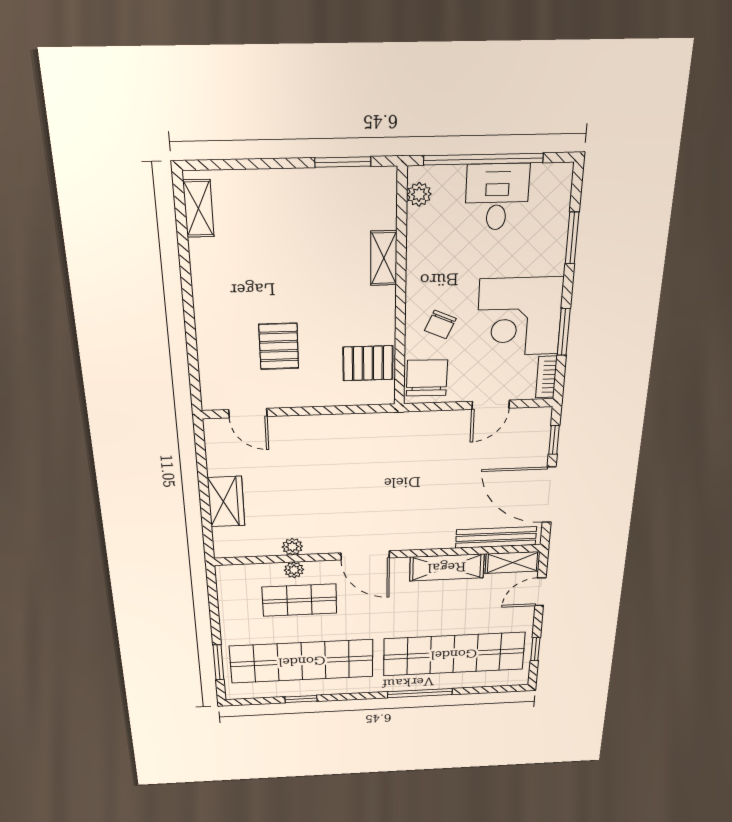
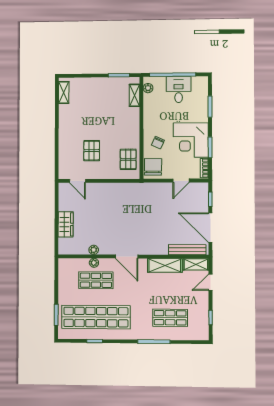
shelving: (384, 258) -> (134, 95), moved
pallet: (368, 363) -> (128, 159), turned 90
shop shelf: (454, 654) -> (170, 318), width x0.50, depth x0.74

